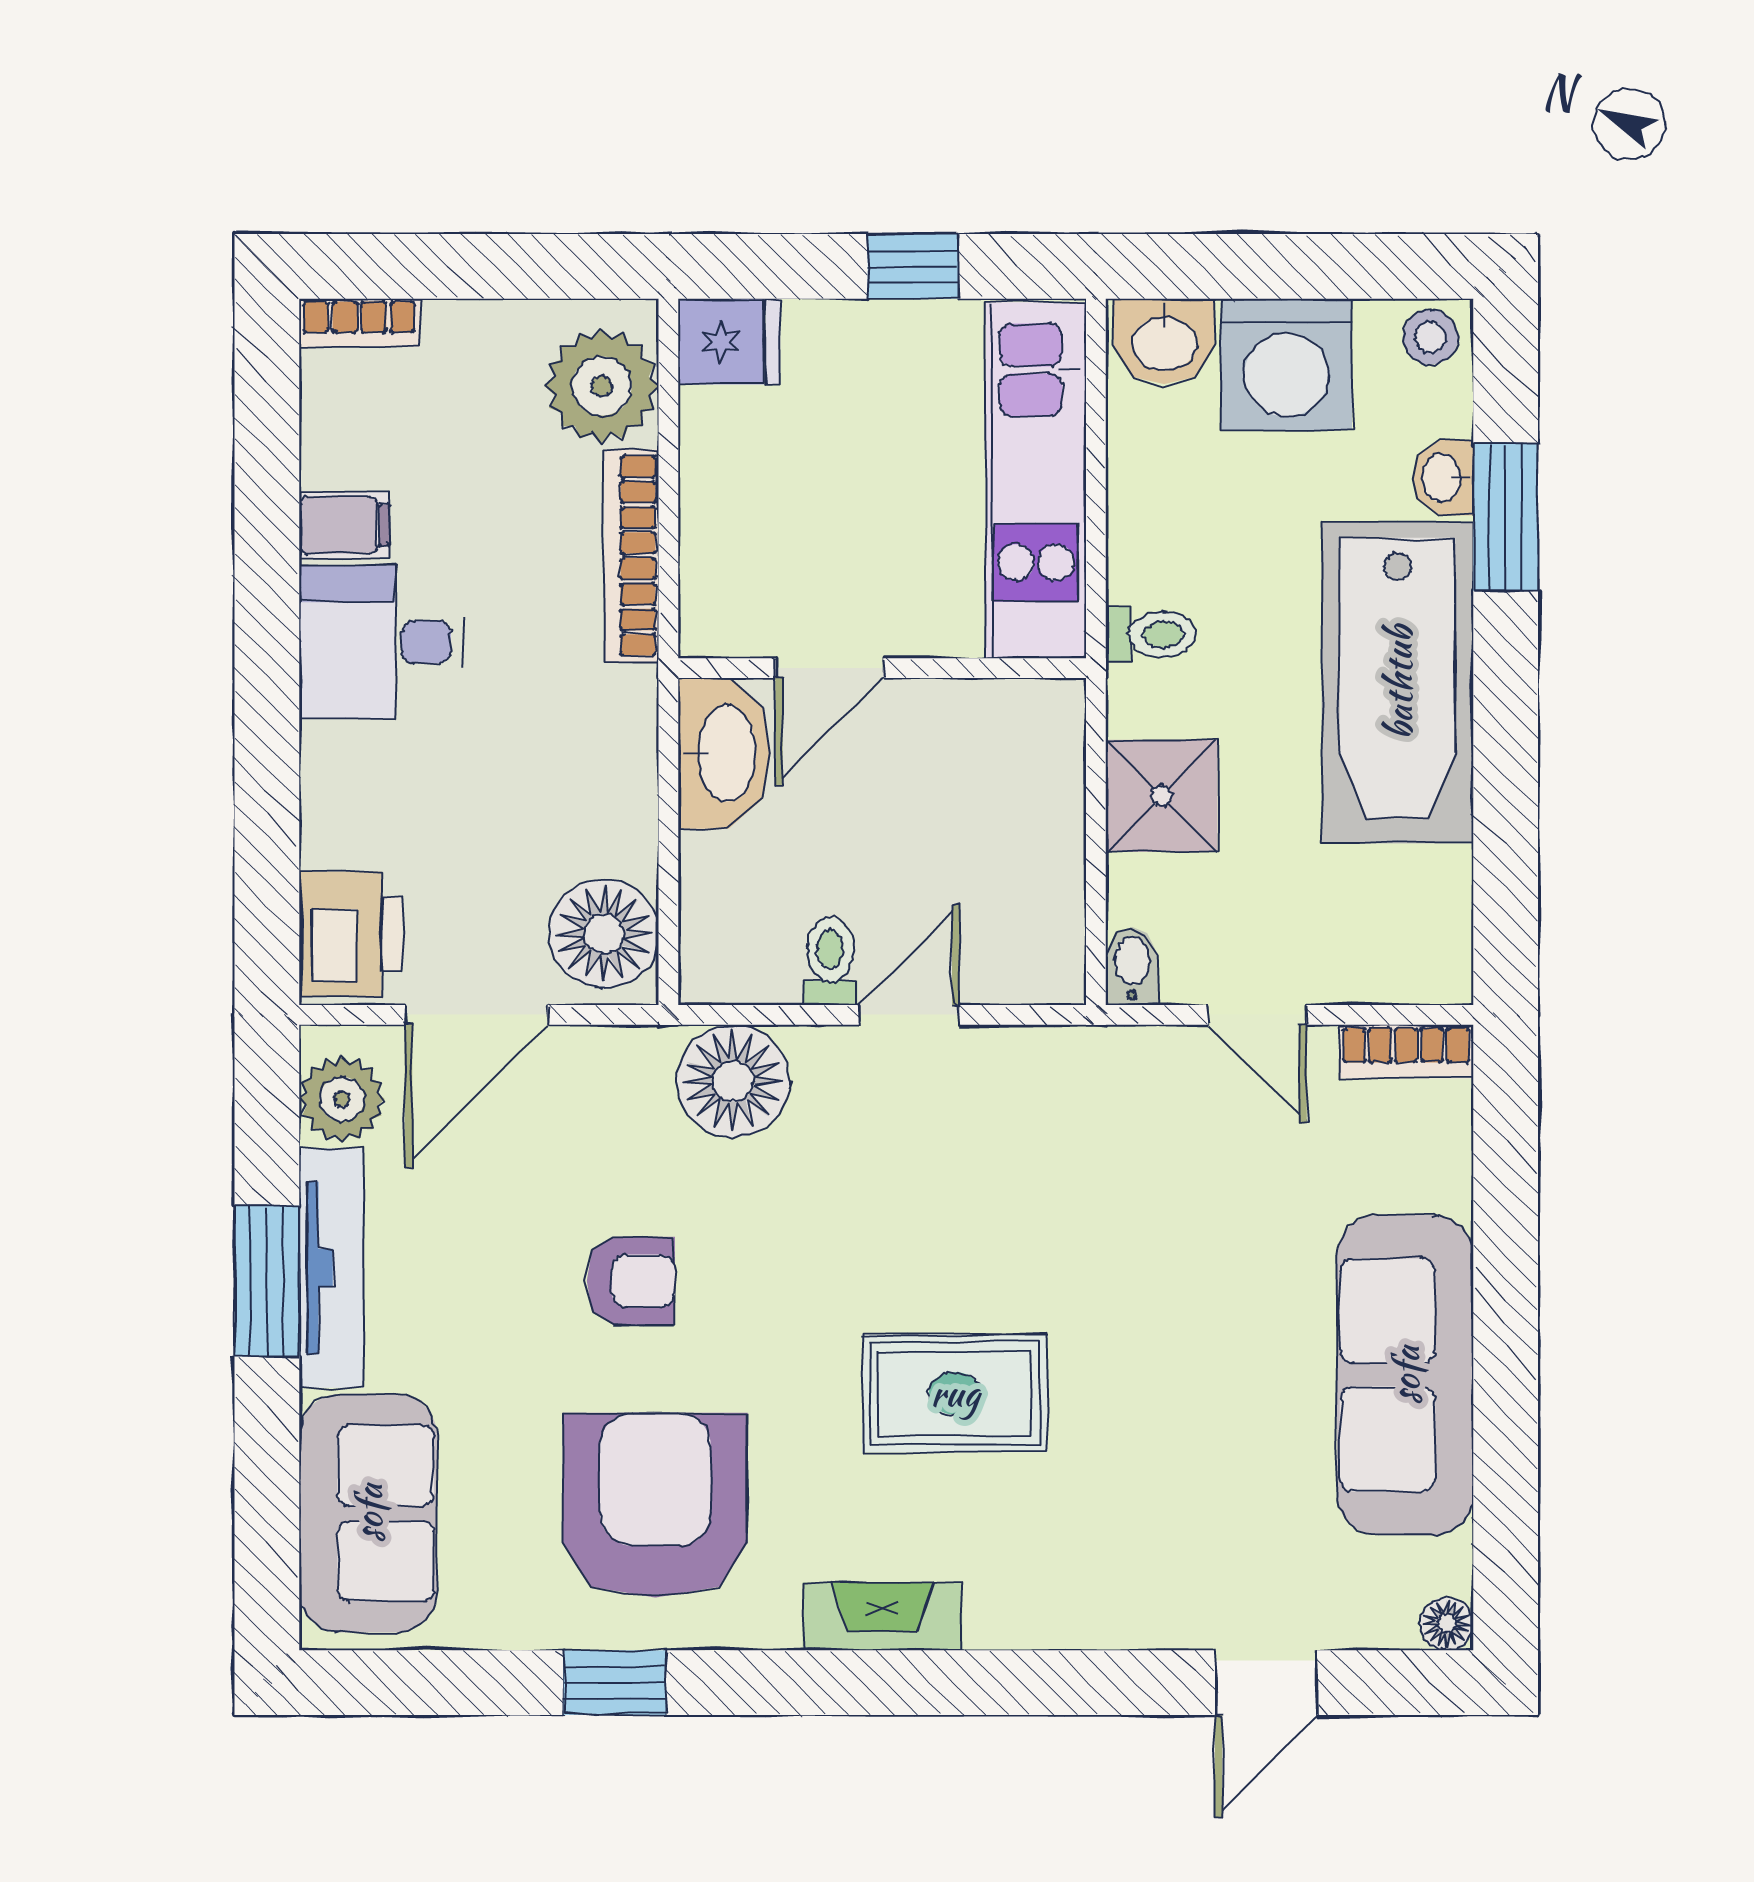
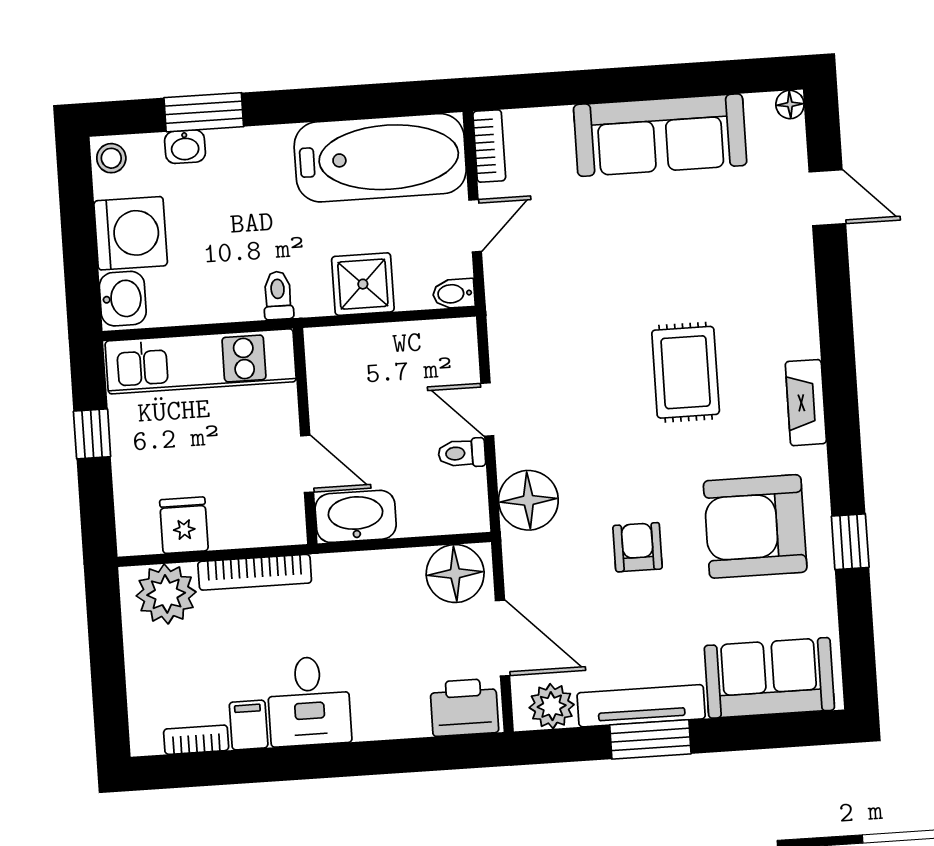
bookcase: (359, 323) -> (196, 740), moved, turned -90
fridge: (729, 342) -> (184, 525), moved
bathtub: (1398, 683) -> (380, 158), moved

